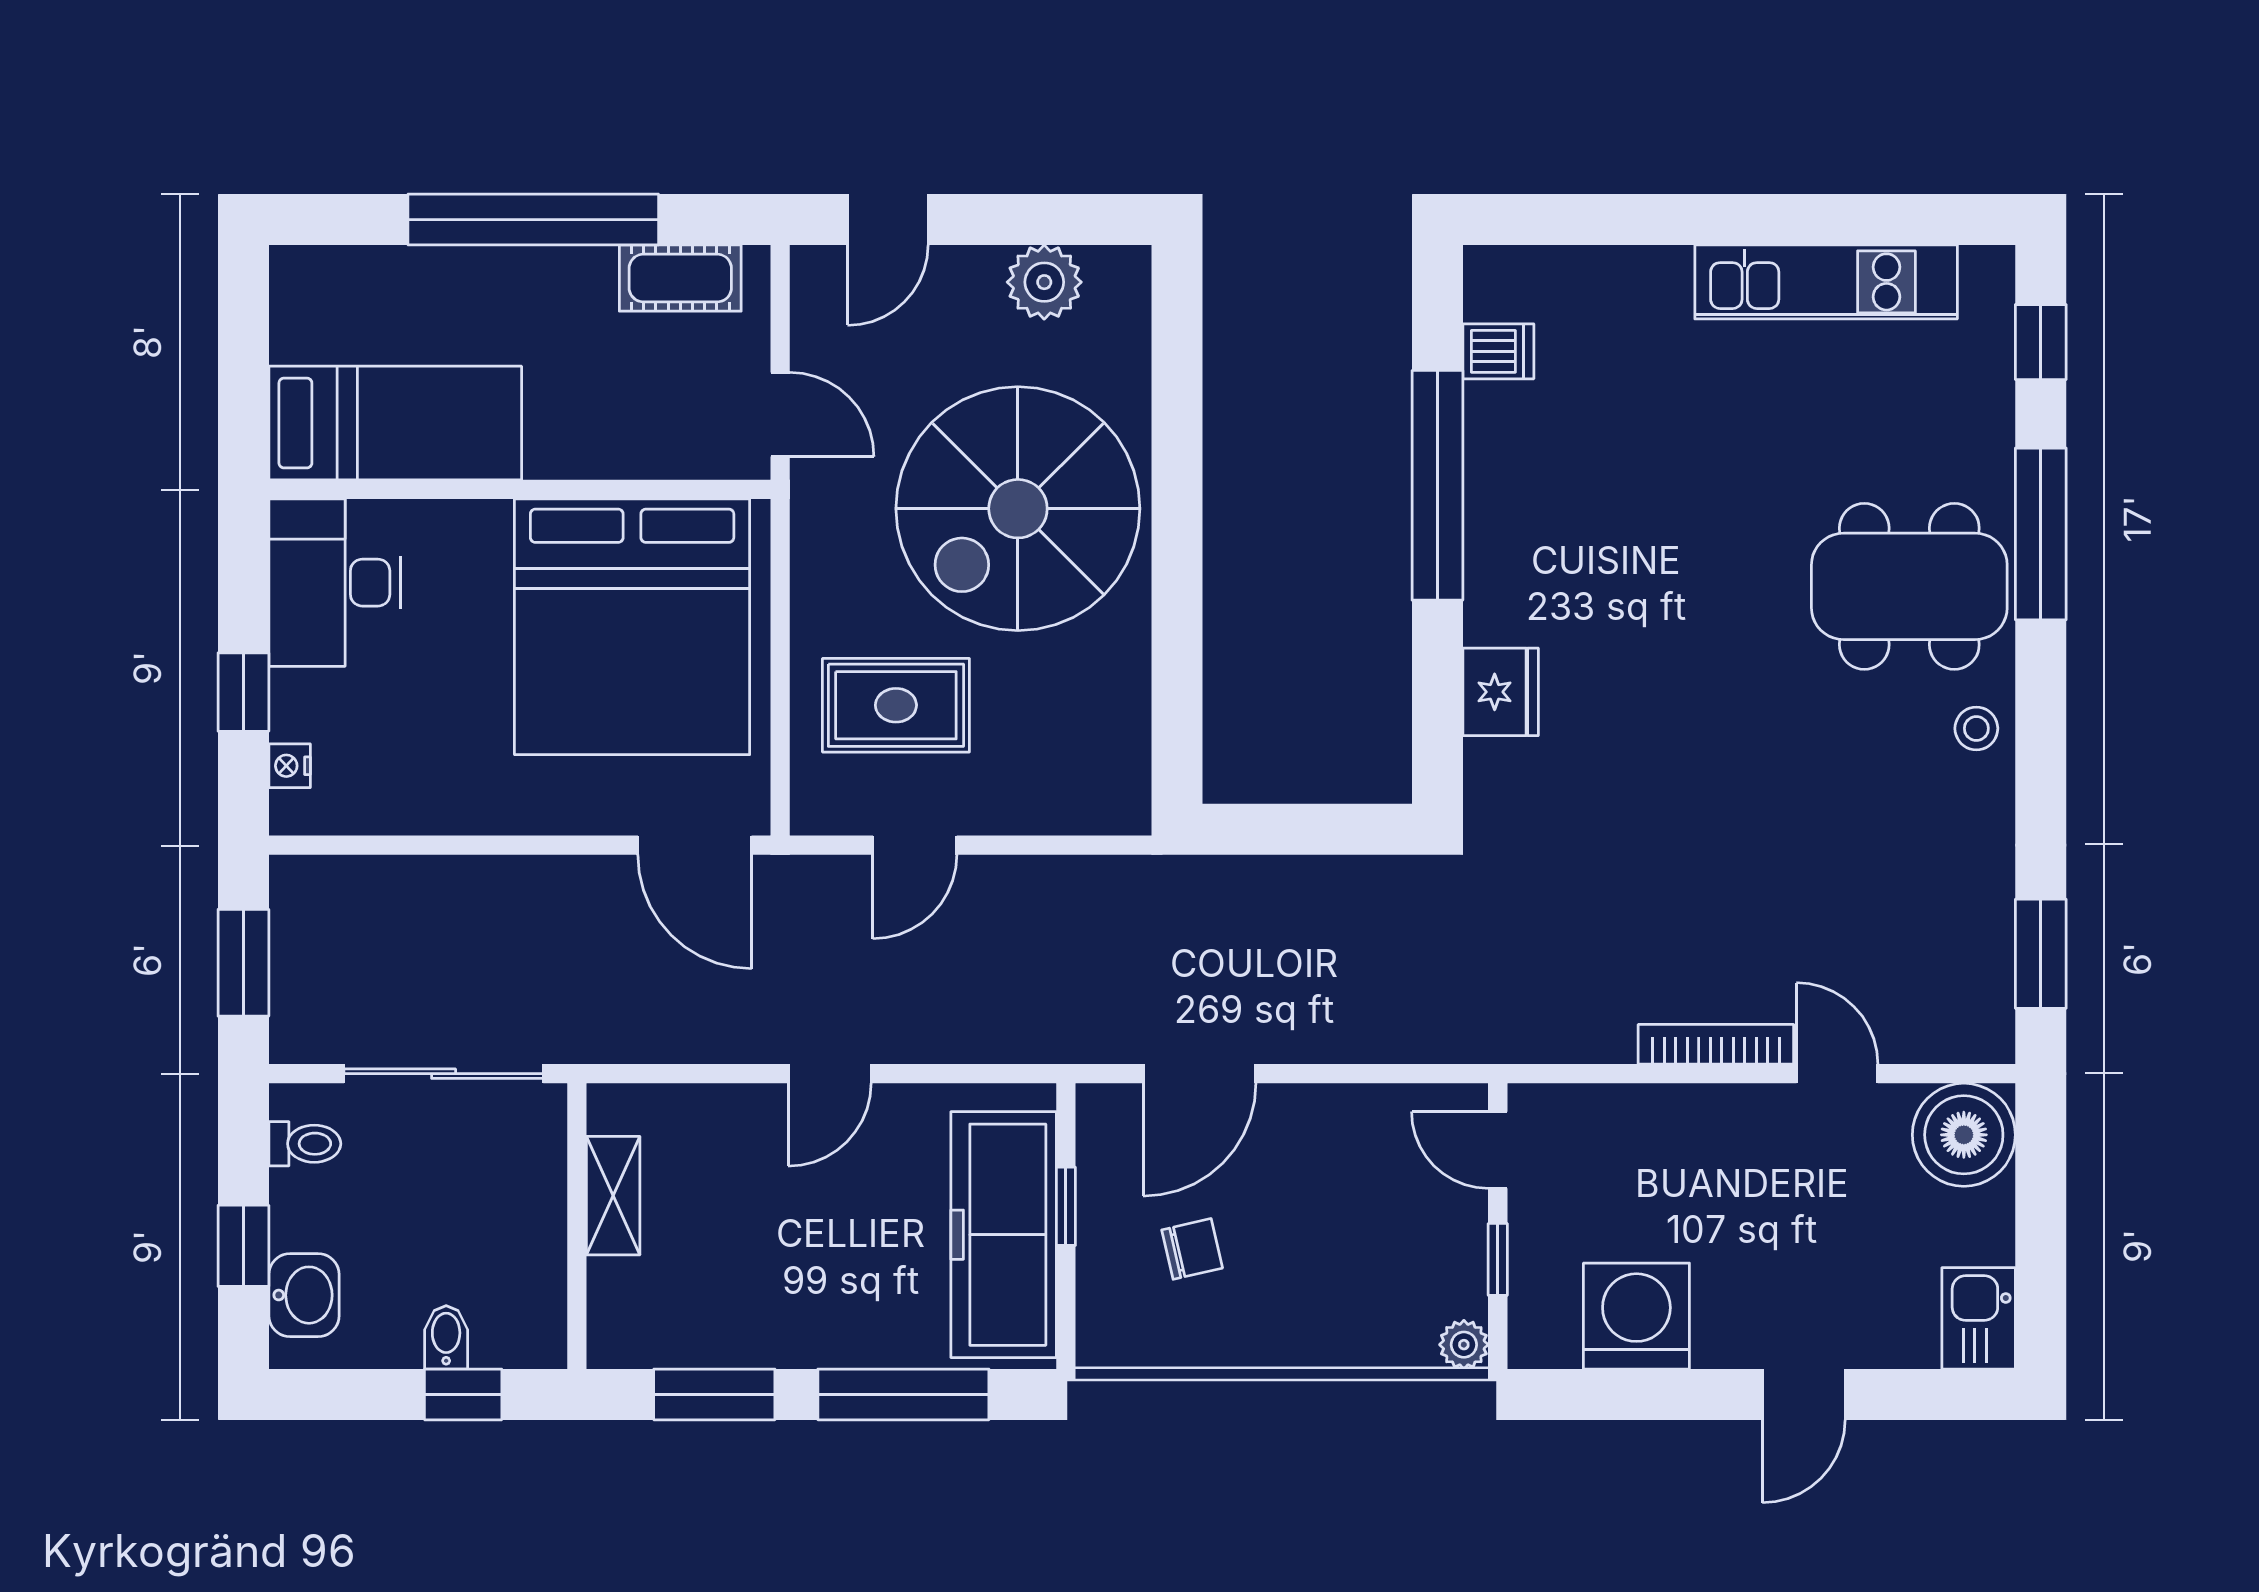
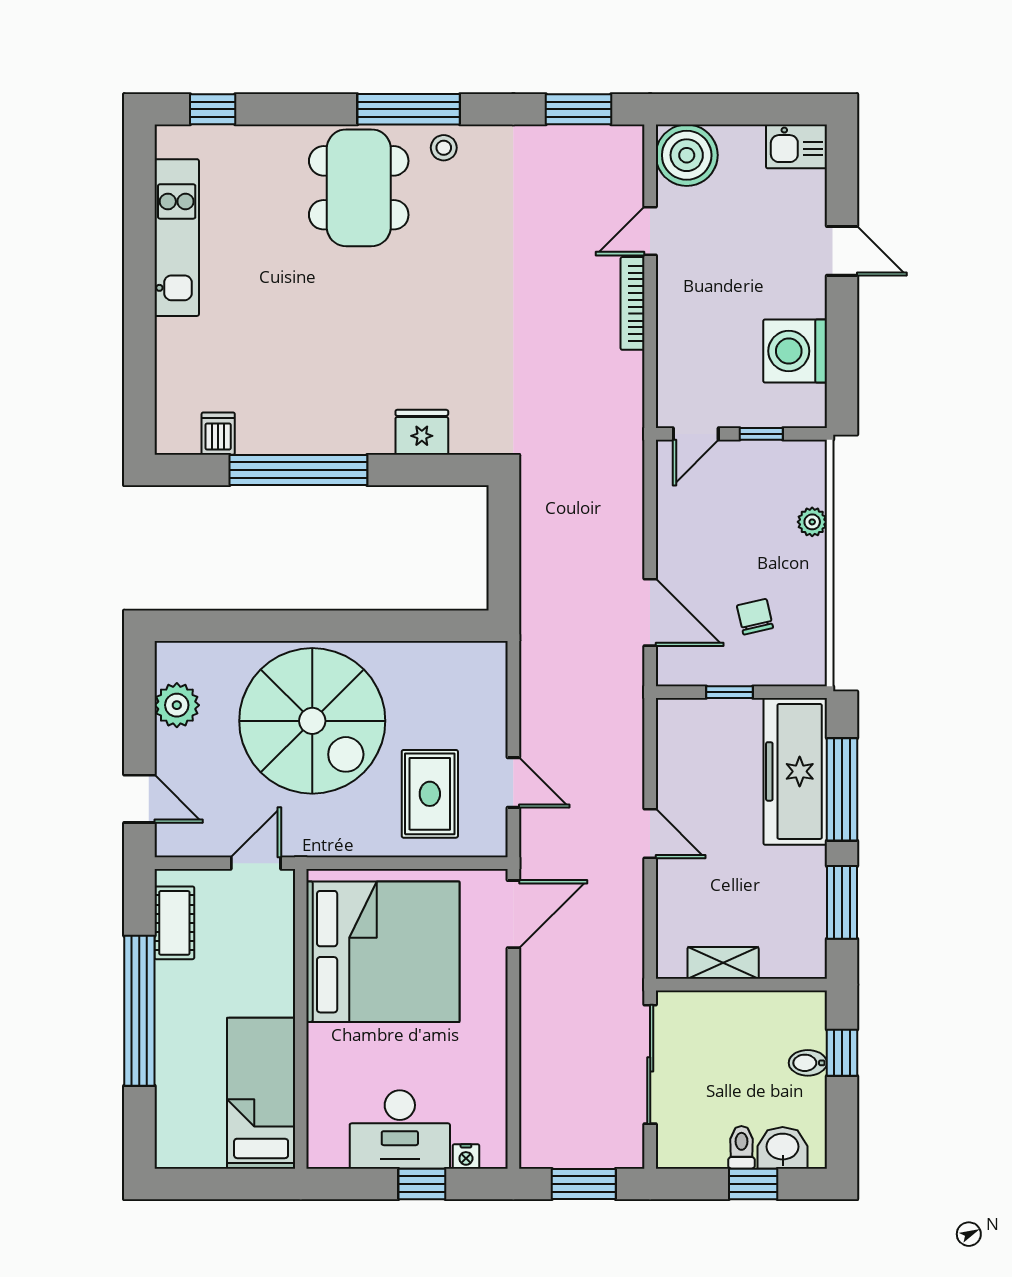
window: (2041, 534) -> (409, 109), moved
desk: (335, 583) -> (400, 1130), moved
toilet: (305, 1144) -> (741, 1147), moved
freezer: (1004, 1235) -> (795, 771), moved, turned 90
plant: (1464, 1345) -> (812, 522), moved

